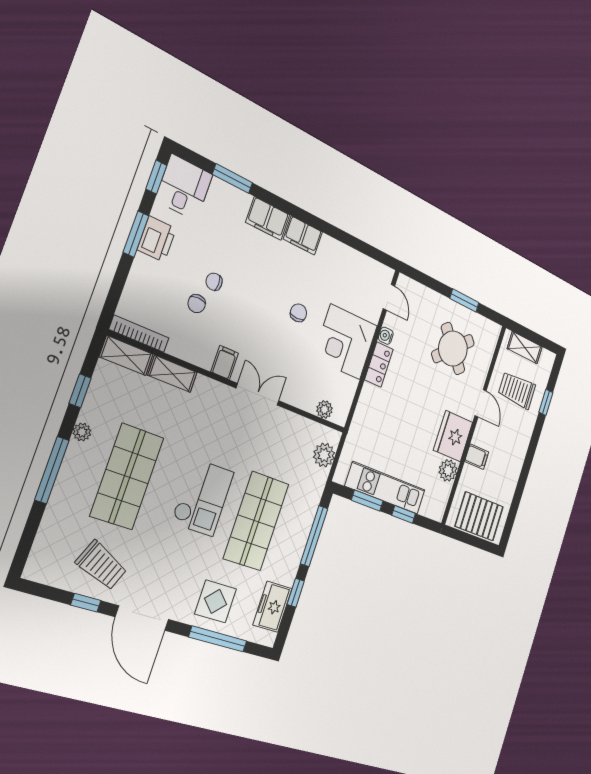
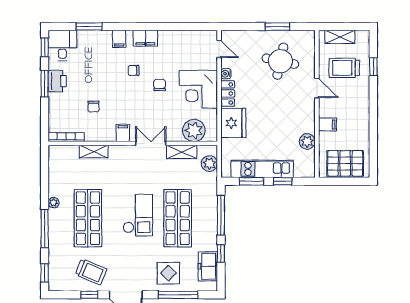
filing cabinet: (268, 218) -> (119, 39), width x0.50
chair: (214, 282) -> (134, 70), moved
round table: (453, 349) -> (280, 61), turned -36
shelving: (126, 356) -> (182, 152), moved
window: (80, 391) -> (45, 273), moved
plant: (324, 409) -> (194, 130), width x1.87, depth x1.87
fridge: (453, 436) -> (233, 123), moved, turned 180

